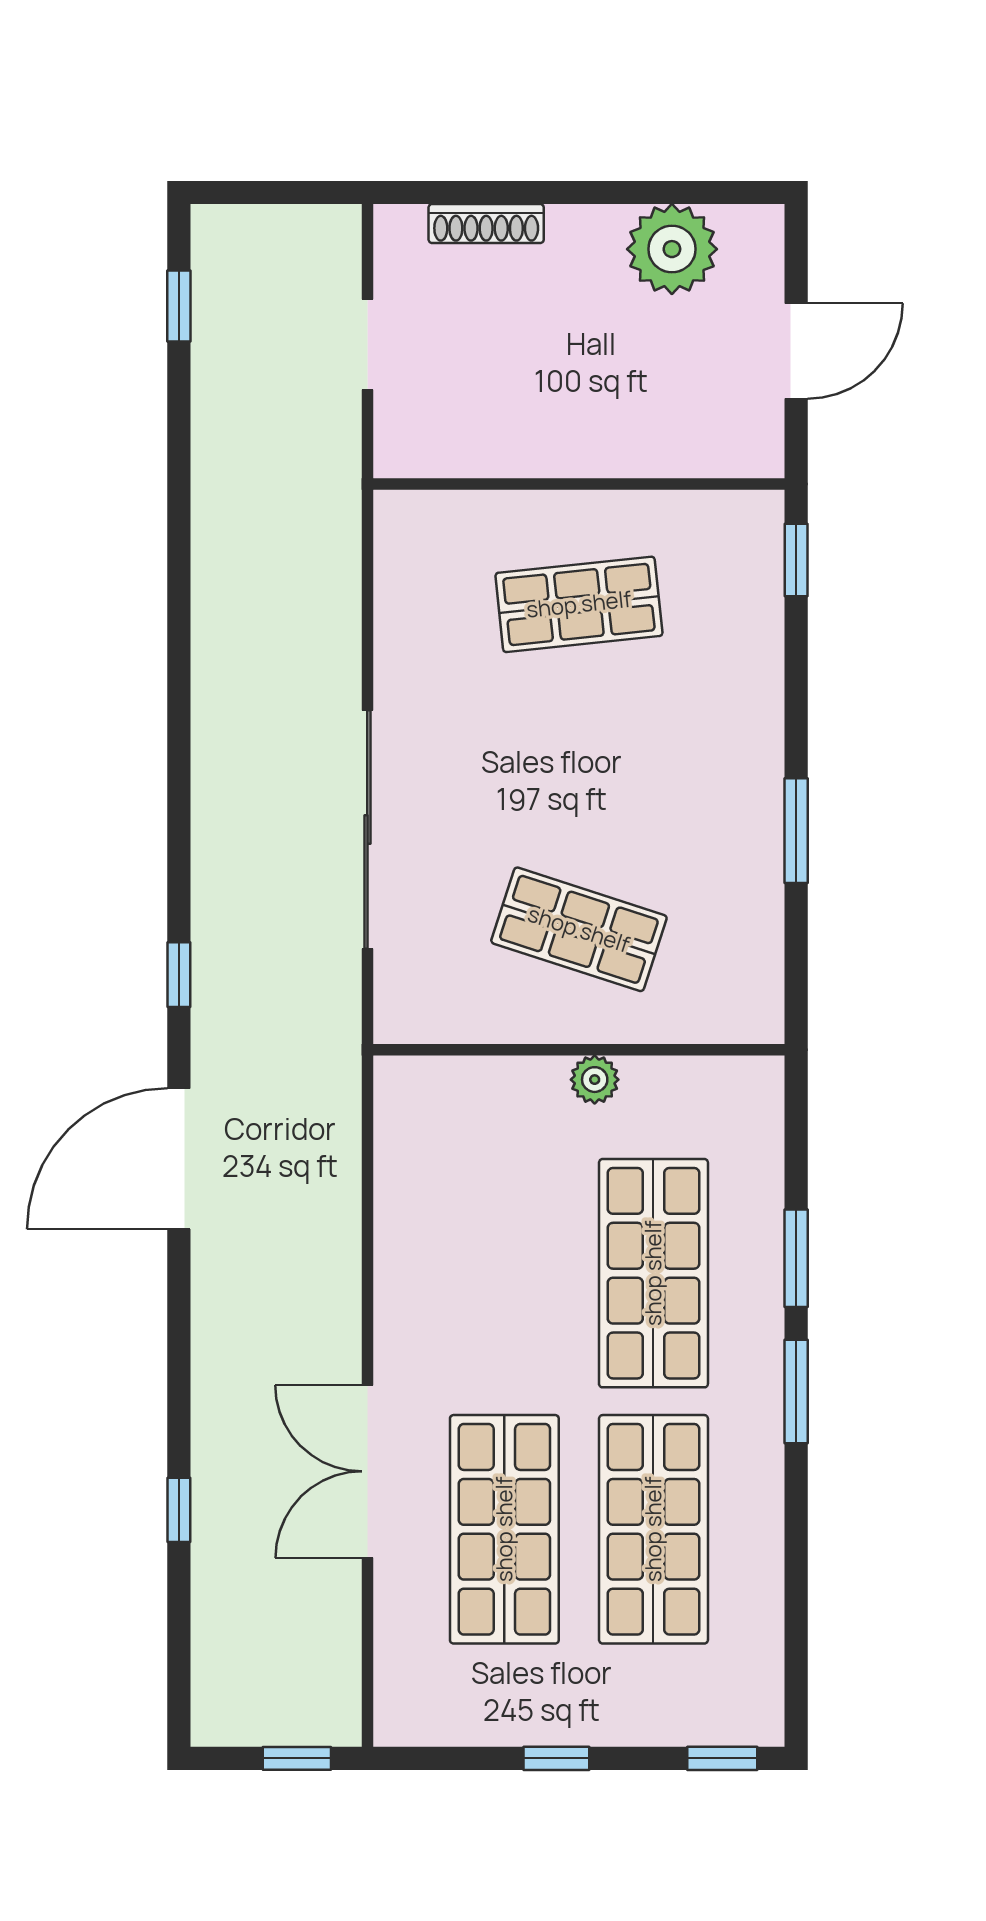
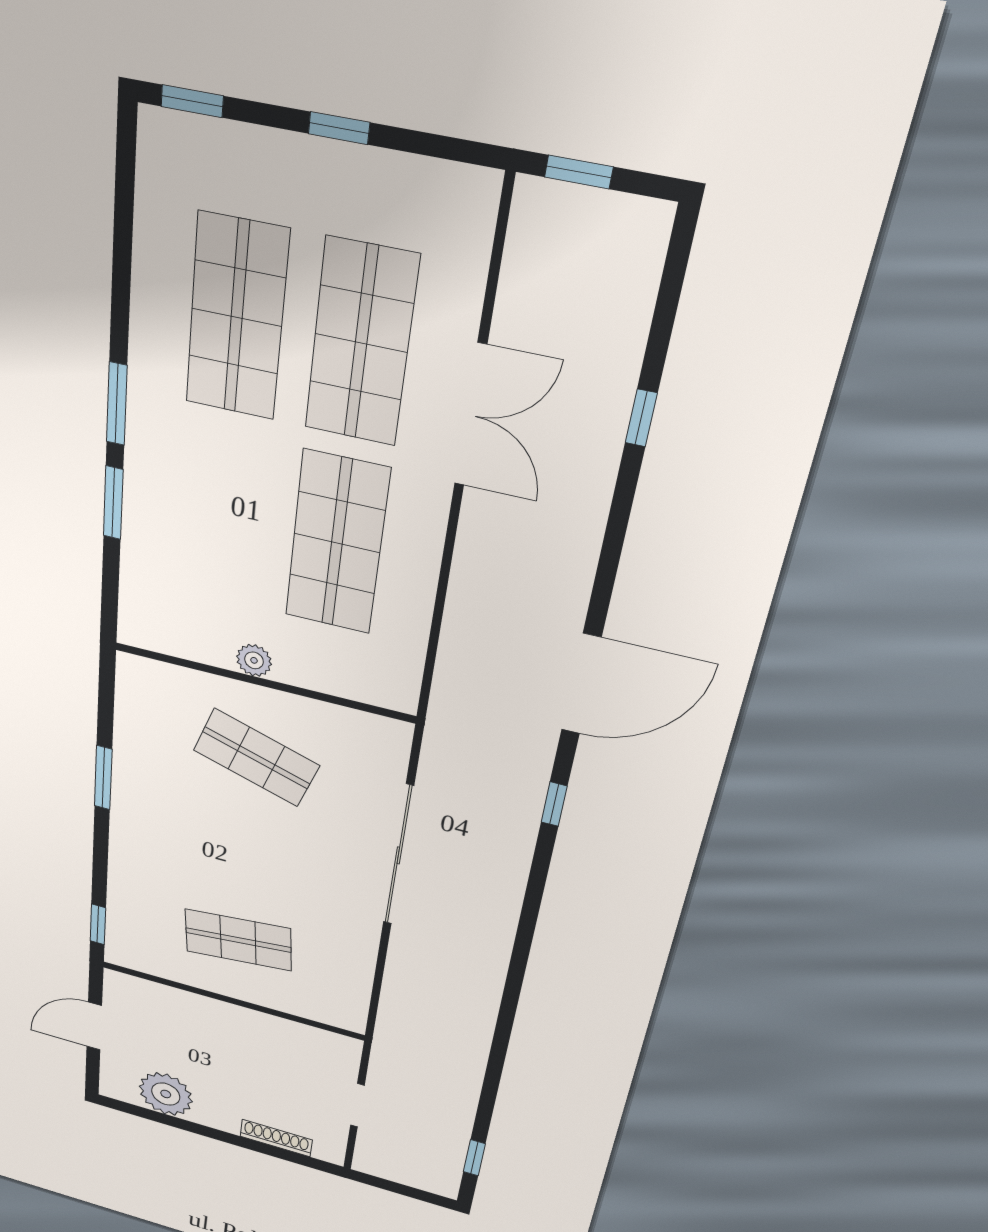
shop shelf: (653, 1273) -> (337, 543), moved

